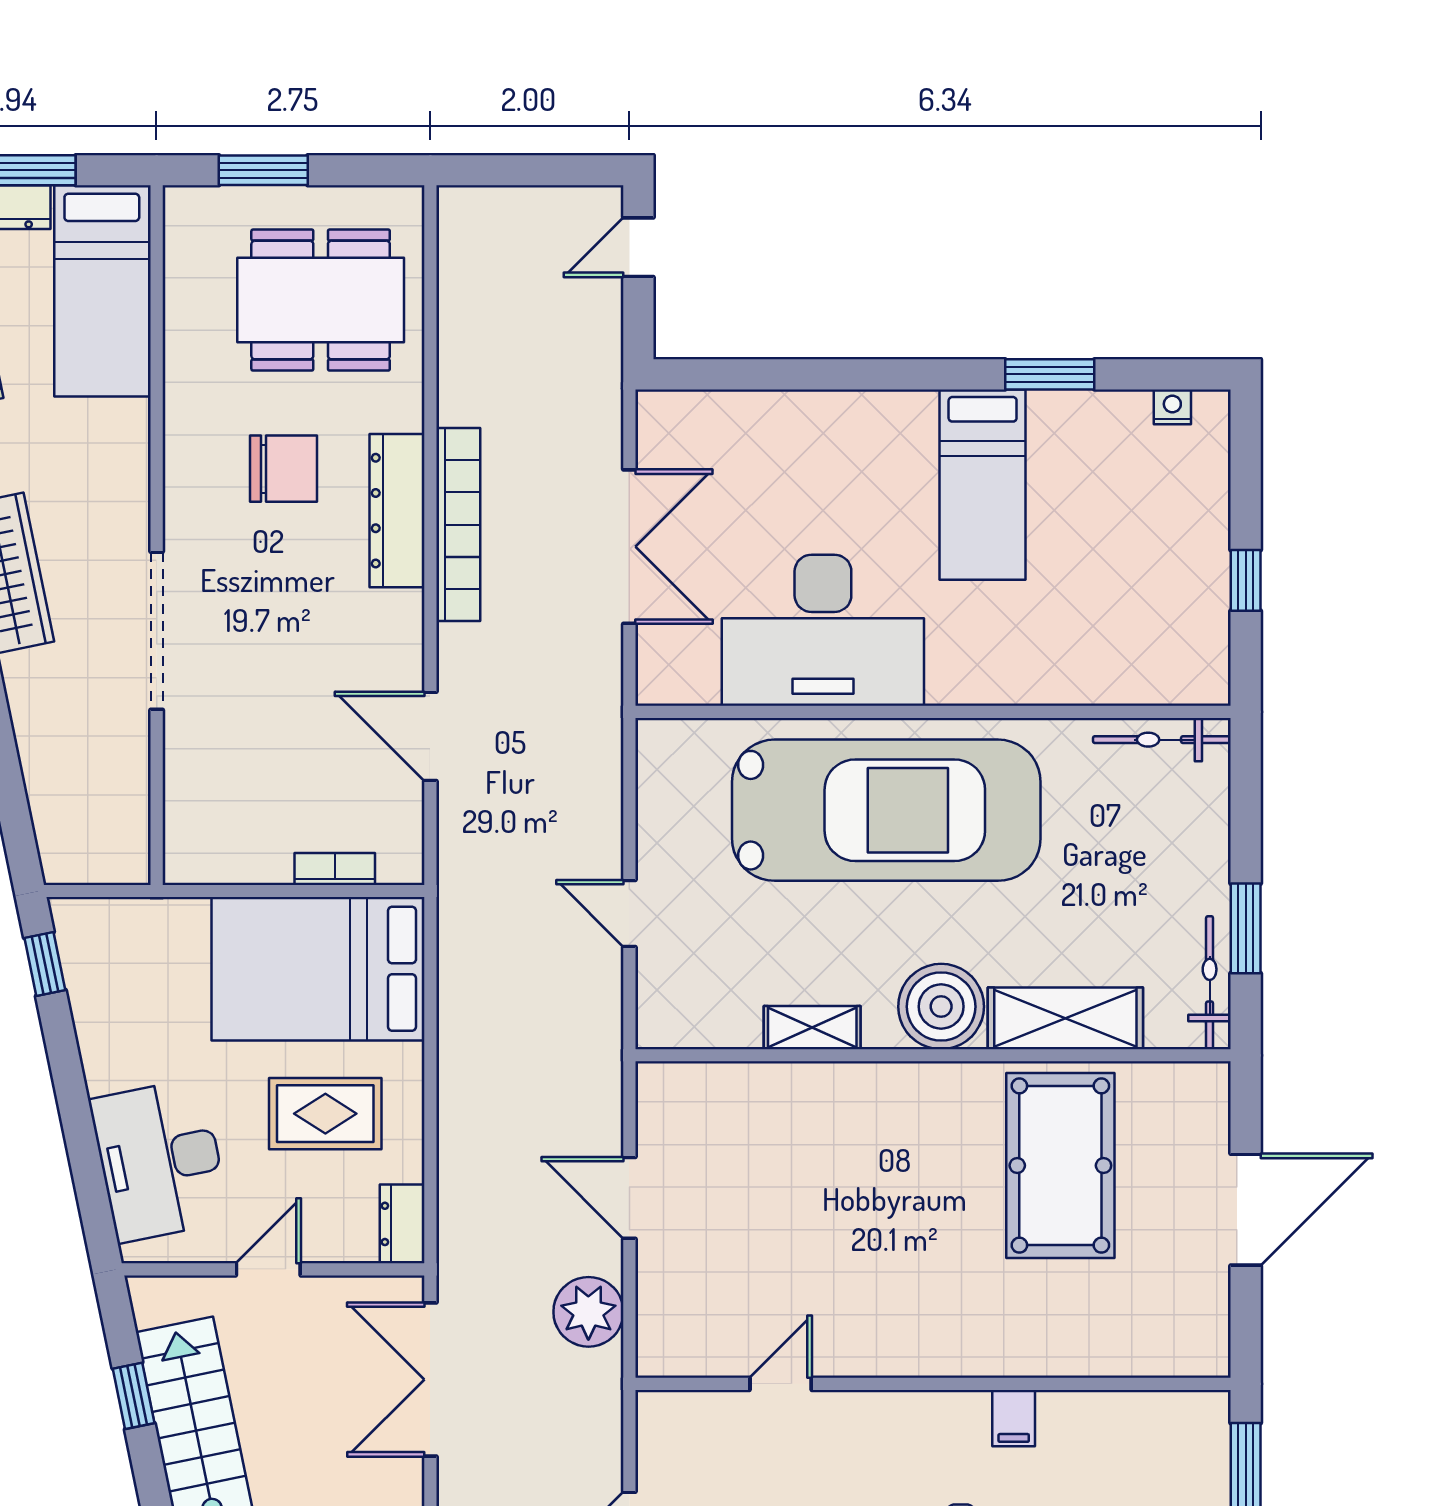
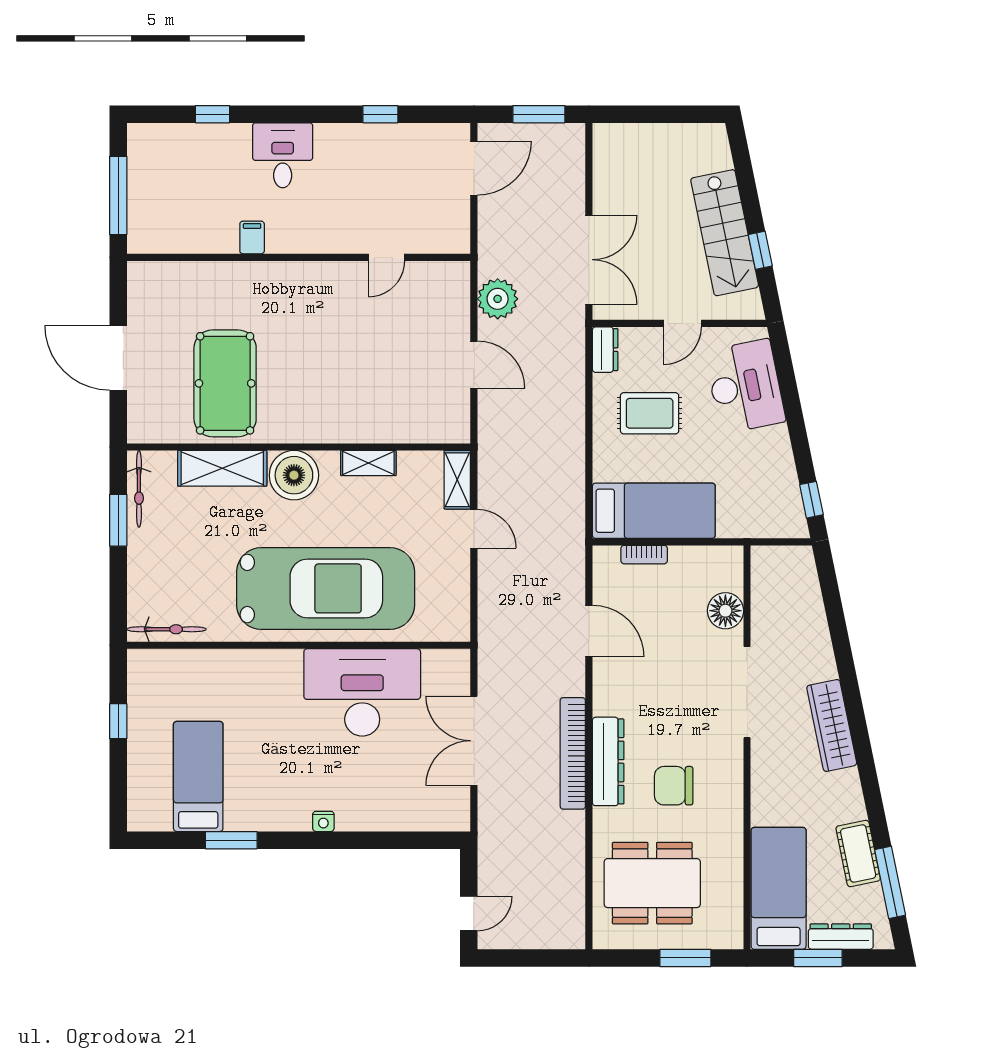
nightstand: (1172, 407) -> (323, 821), moved
bed: (983, 485) -> (198, 776), moved
floor lamp: (194, 772) -> (725, 611), added
car: (886, 810) -> (326, 588), turned 180
bed: (318, 969) -> (654, 511), width x0.67
shelving: (658, 999) -> (457, 480), added
door: (1246, 1210) -> (118, 358), hinge flipped

